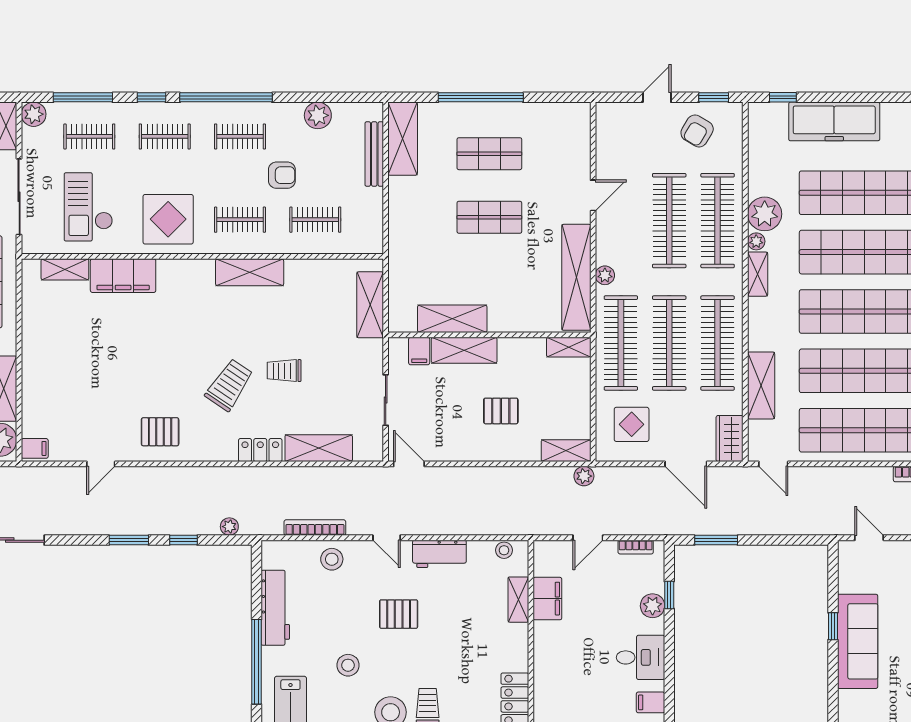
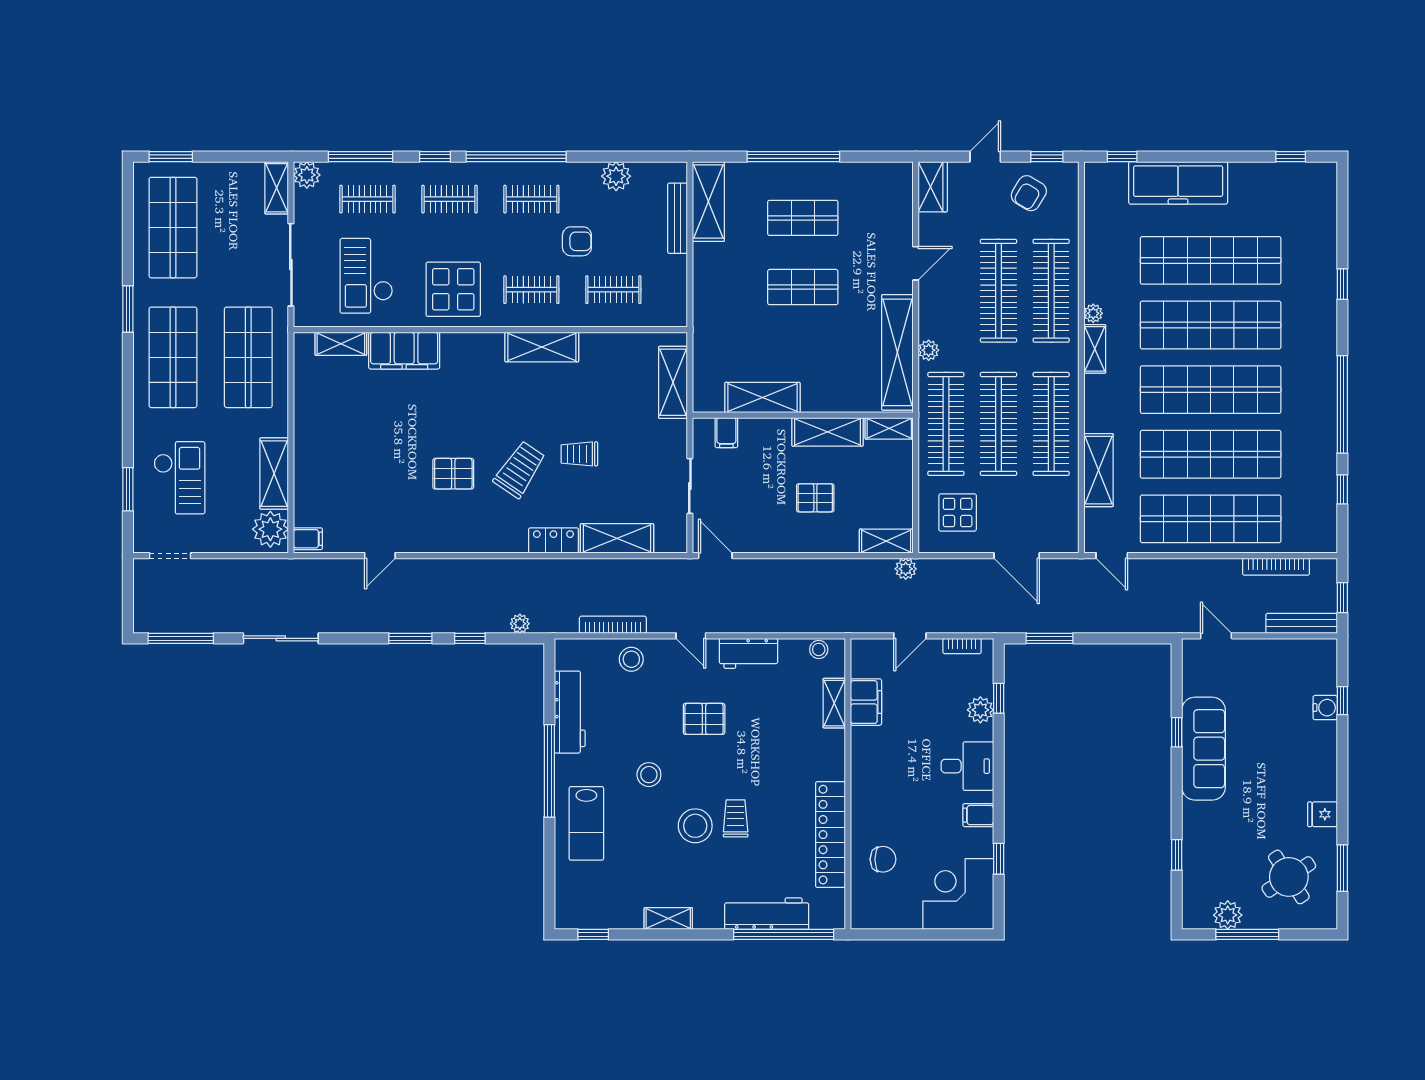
plant: (765, 214) -> (1102, 283), removed
shelving: (464, 350) -> (827, 432), moved
pallet: (160, 432) -> (453, 474), moved
wardrobe: (730, 439) -> (933, 187), moved, turned 180

